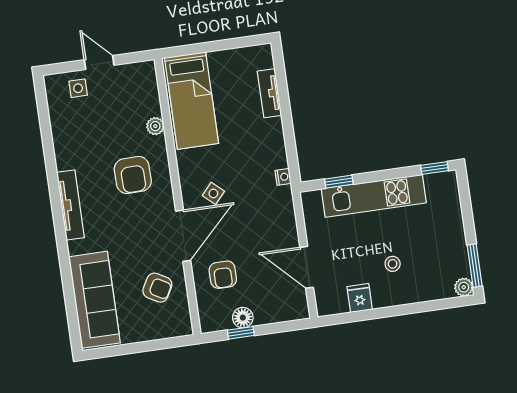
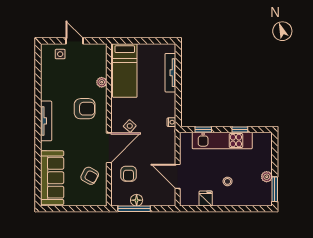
tv unit: (269, 93) -> (170, 73), width x1.41
window: (434, 168) -> (240, 129), moved
armchair: (133, 175) -> (85, 109), turned -89
plant: (464, 287) -> (267, 177), moved
window: (241, 333) -> (134, 209), width x2.17

